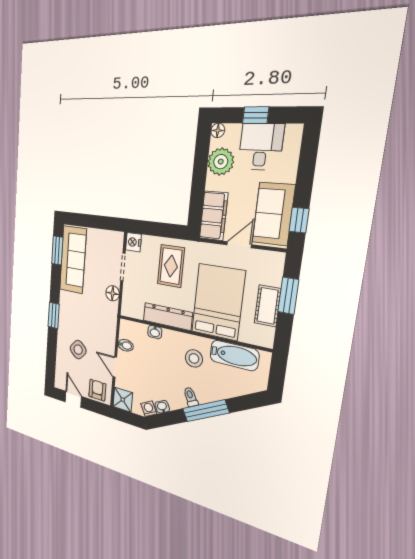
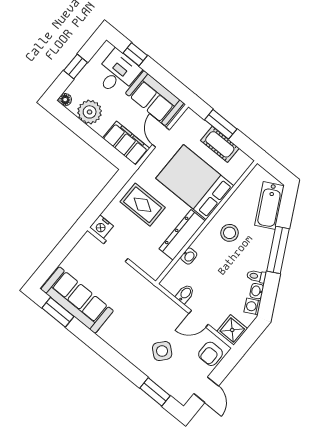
desk: (261, 147) -> (117, 73), moved, turned 90
window: (299, 220) -> (135, 54), moved
floor lamp: (113, 293) -> (132, 277), removed
window: (54, 315) -> (155, 392), moved
bathtub: (234, 355) -> (269, 205), moved, turned 152
armchair: (97, 390) -> (211, 354), turned -90
toilet: (191, 397) -> (256, 276), moved
door: (73, 399) -> (206, 390), swing flipped

